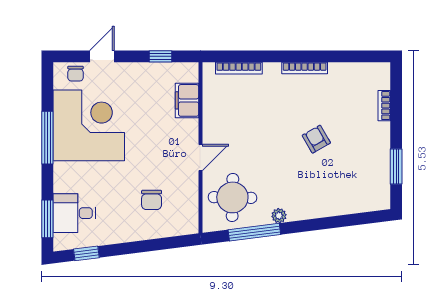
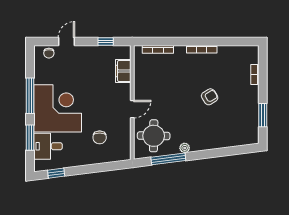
corner desk: (89, 125) -> (58, 108), moved
armchair: (316, 139) -> (210, 97), turned 88
window: (47, 219) -> (30, 138), moved

